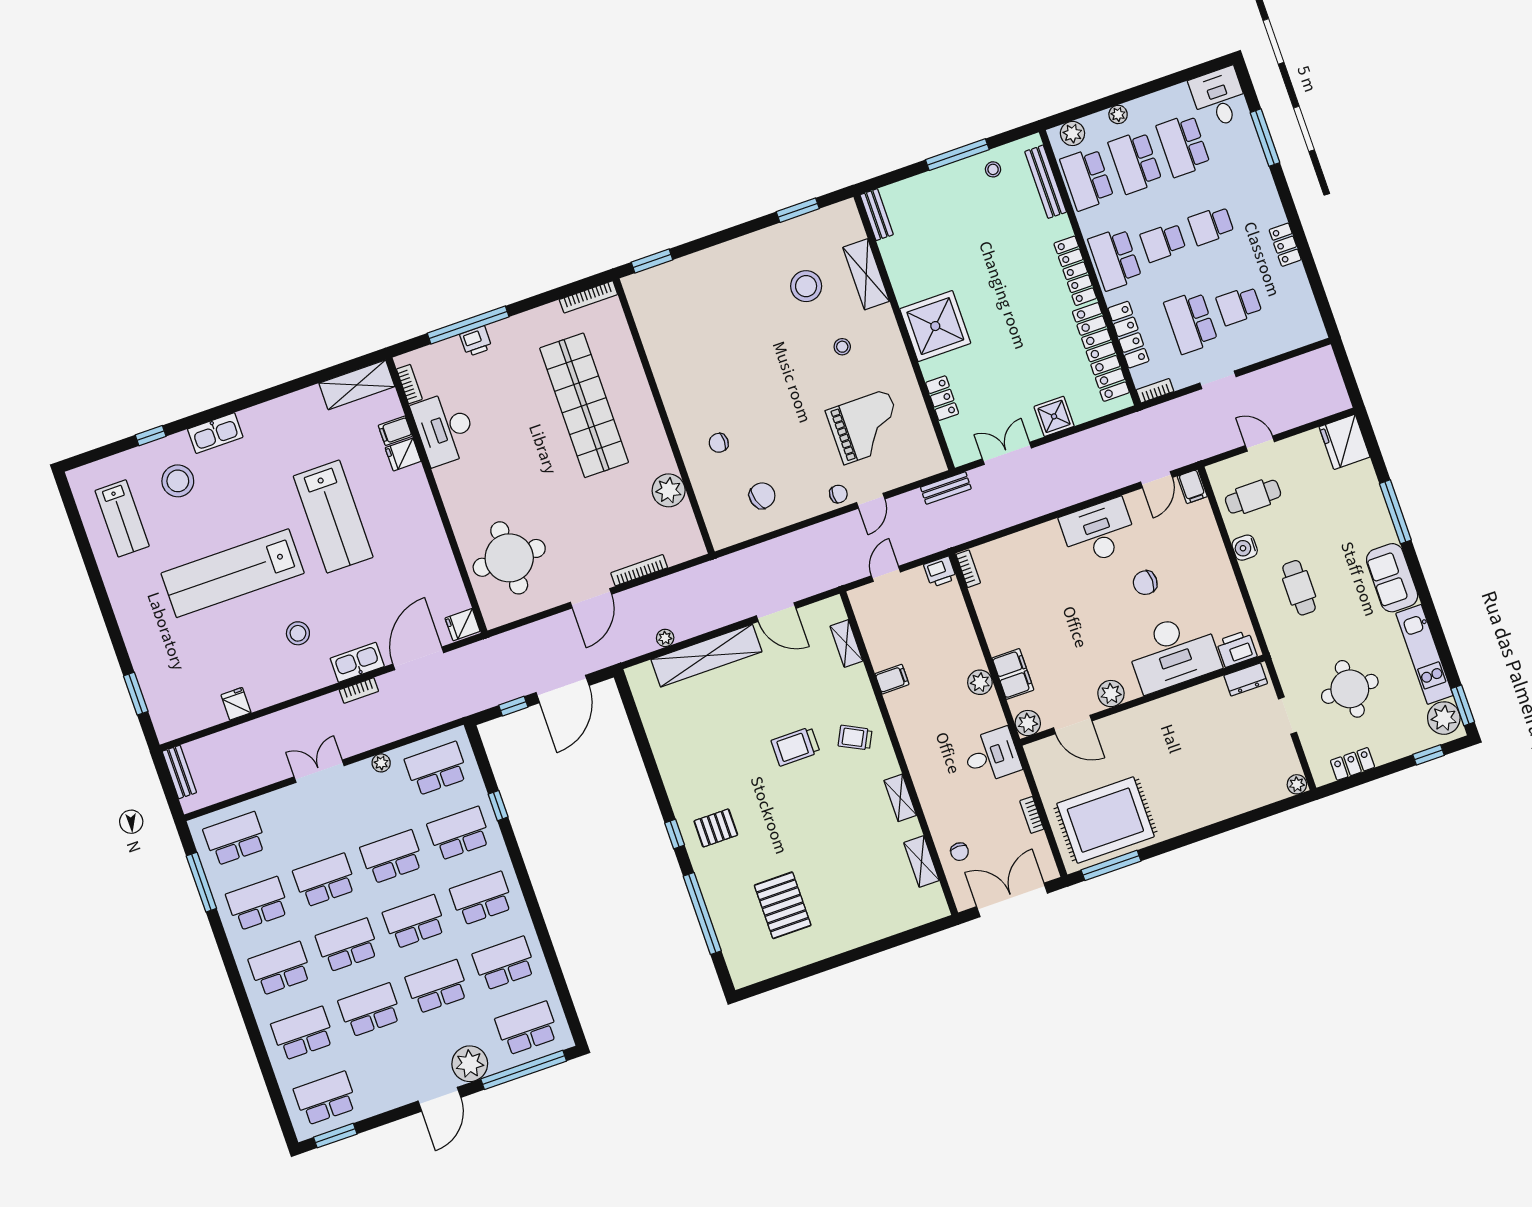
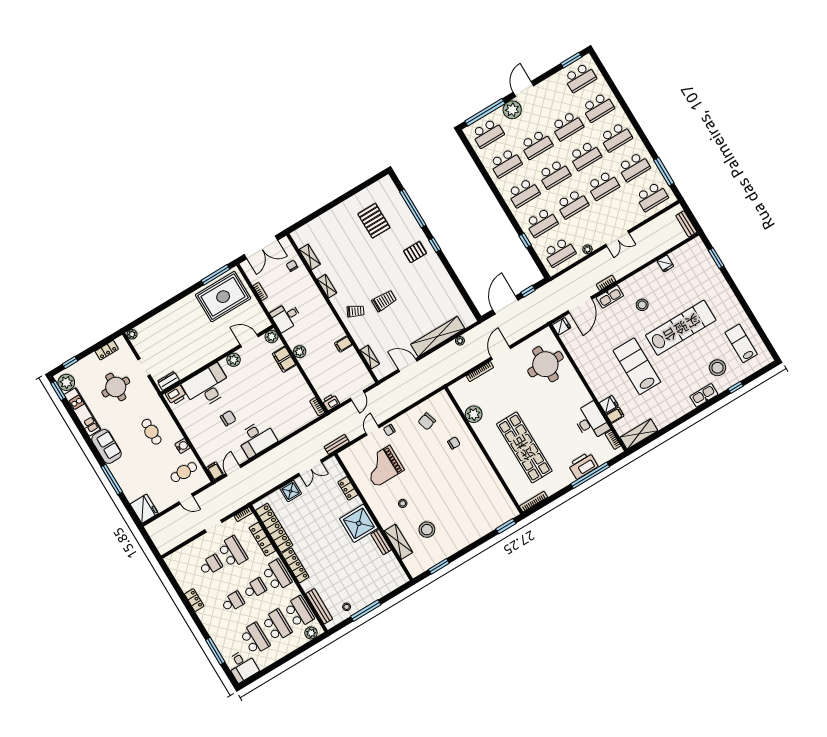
plant: (1118, 114) -> (290, 647), removed
bench: (877, 215) -> (381, 542), moved
printer: (476, 341) -> (583, 465), width x1.87, depth x1.48

